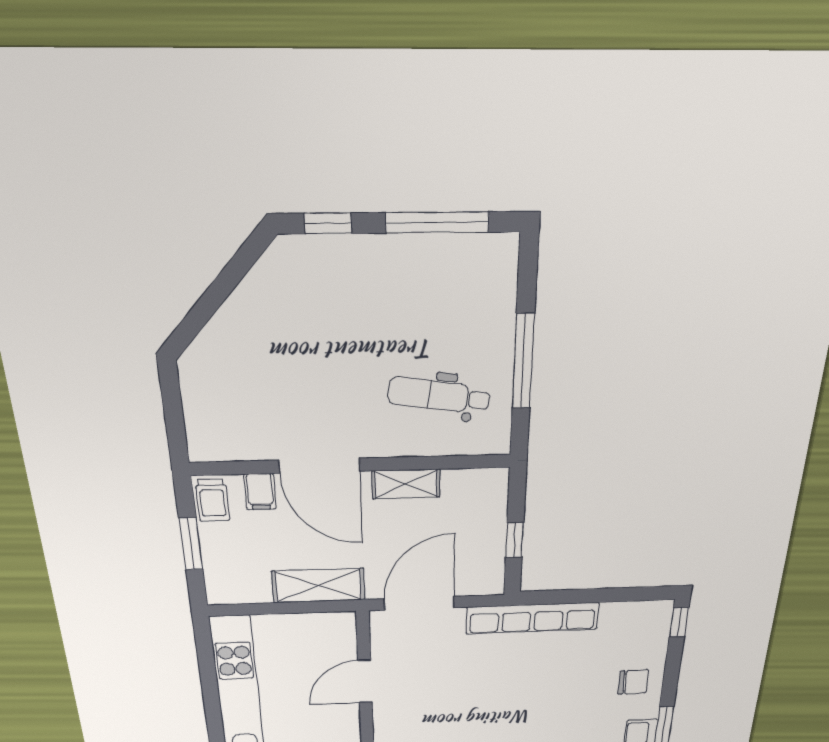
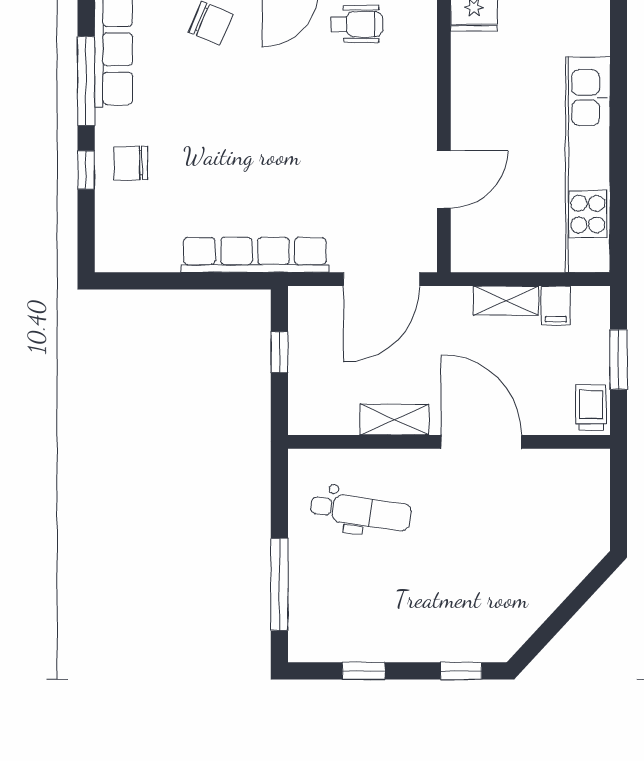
window: (437, 222) -> (364, 671), width x0.46
window: (523, 362) -> (279, 584), moved
filing cabinet: (260, 492) -> (556, 306), moved, turned 180
shelving: (318, 586) -> (506, 301), width x0.67, depth x0.75
window: (679, 622) -> (86, 170), moved

